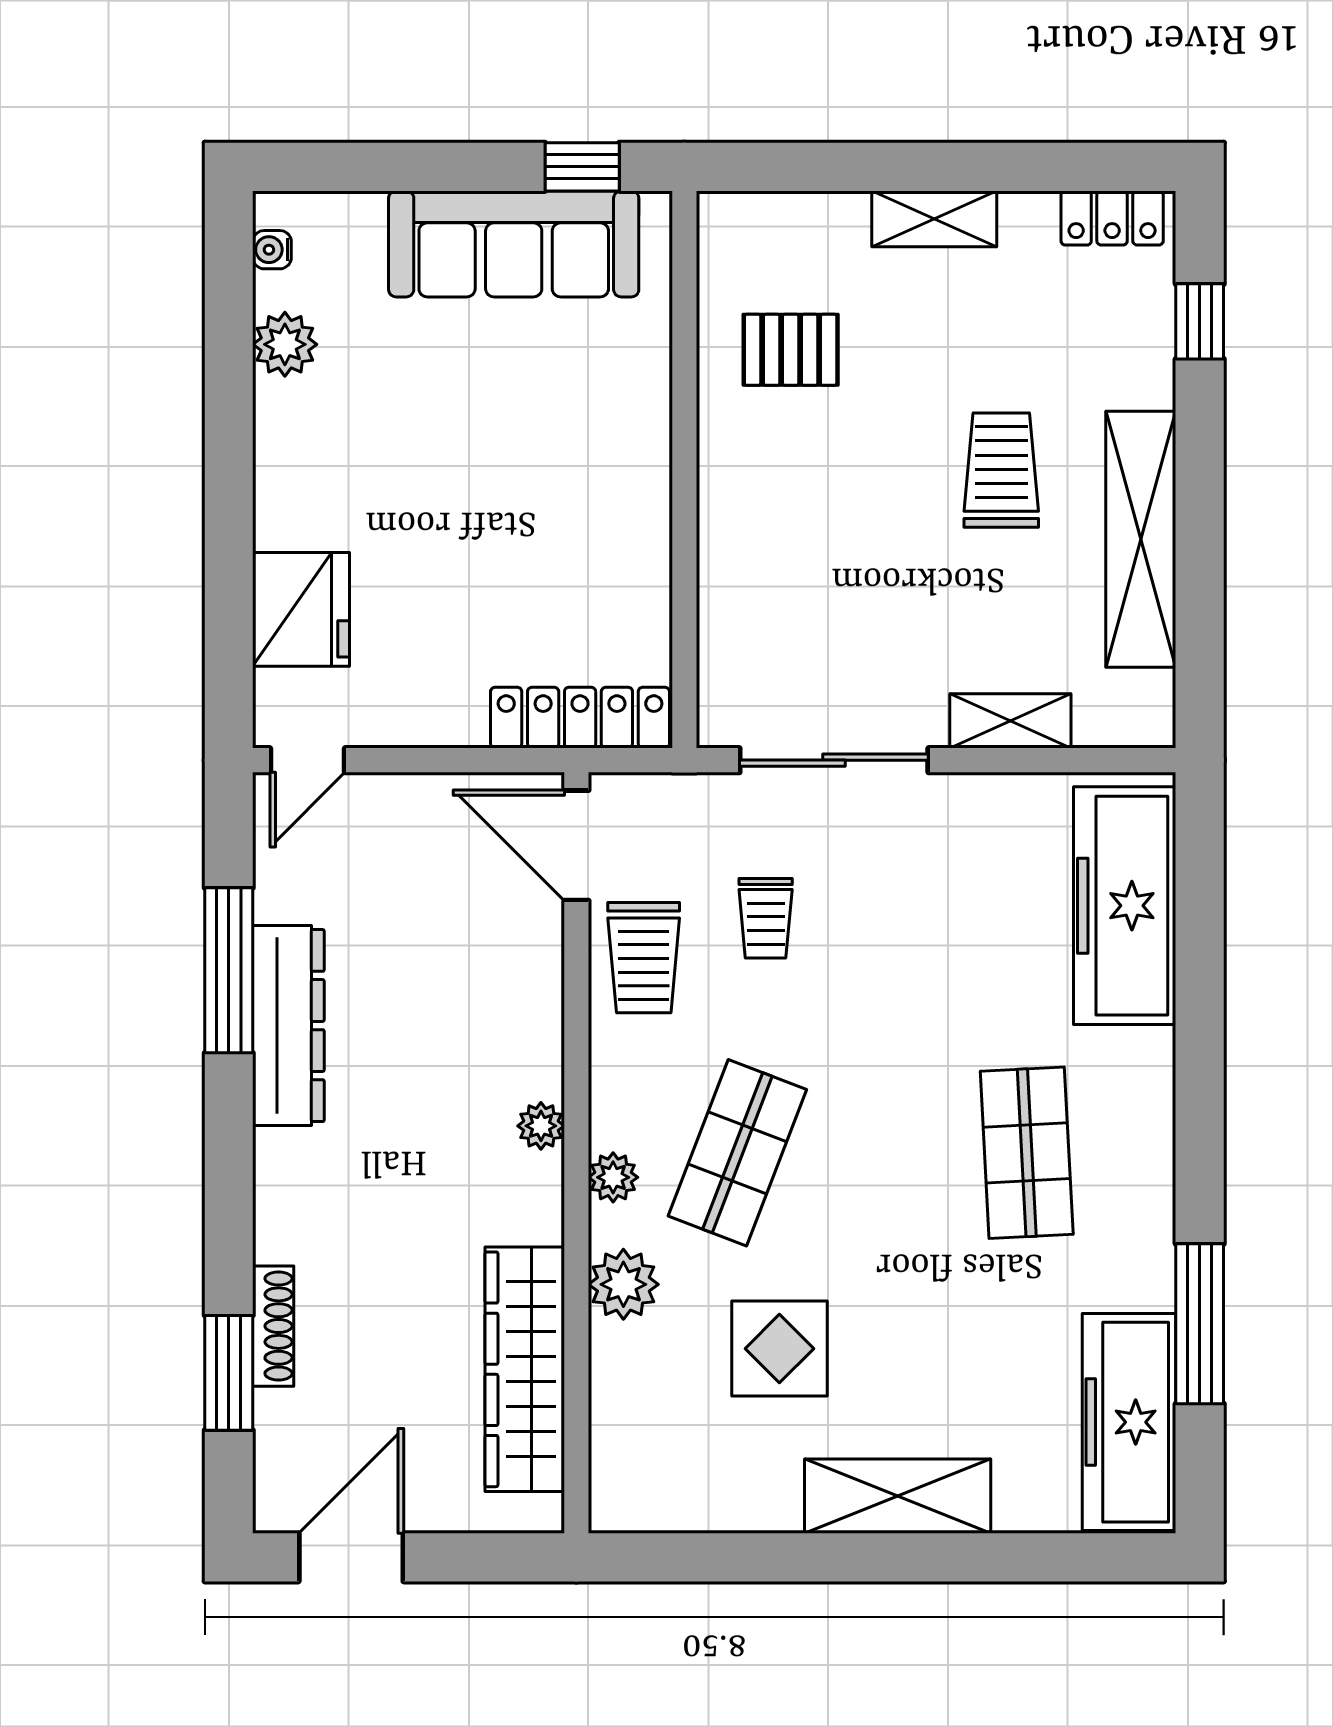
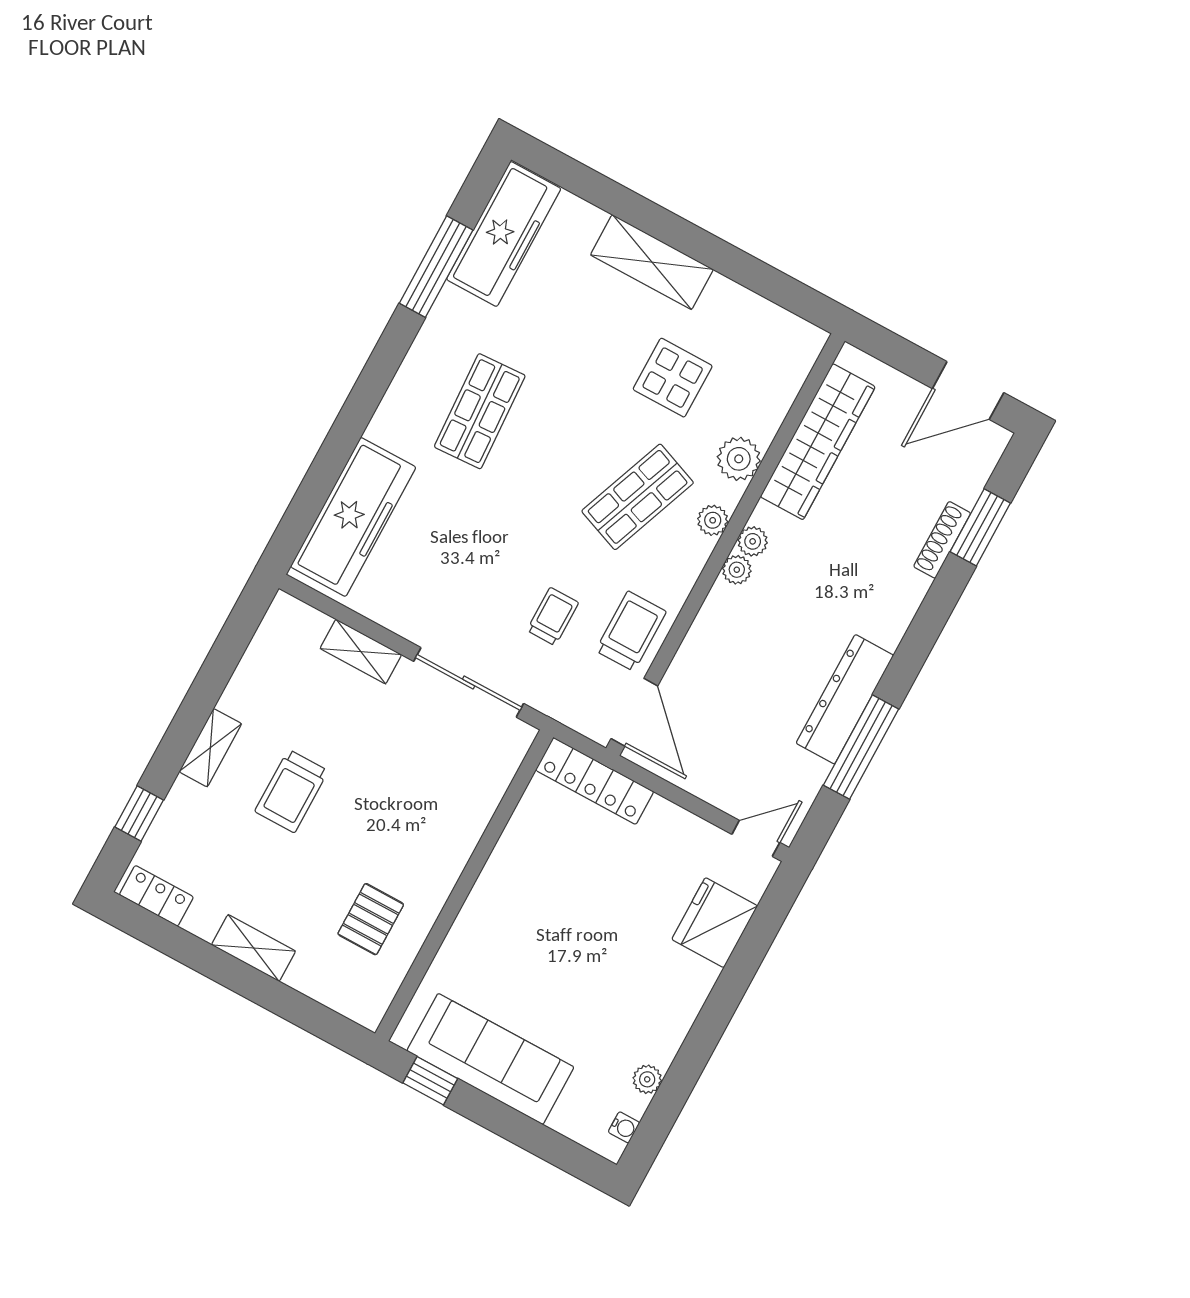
plant: (285, 344) -> (647, 1079), width x0.73, depth x0.73
pallet: (791, 350) -> (371, 919), turned 90
shelving: (1141, 539) -> (210, 748), width x0.45, depth x0.75
plant: (540, 1178) -> (753, 541), added

